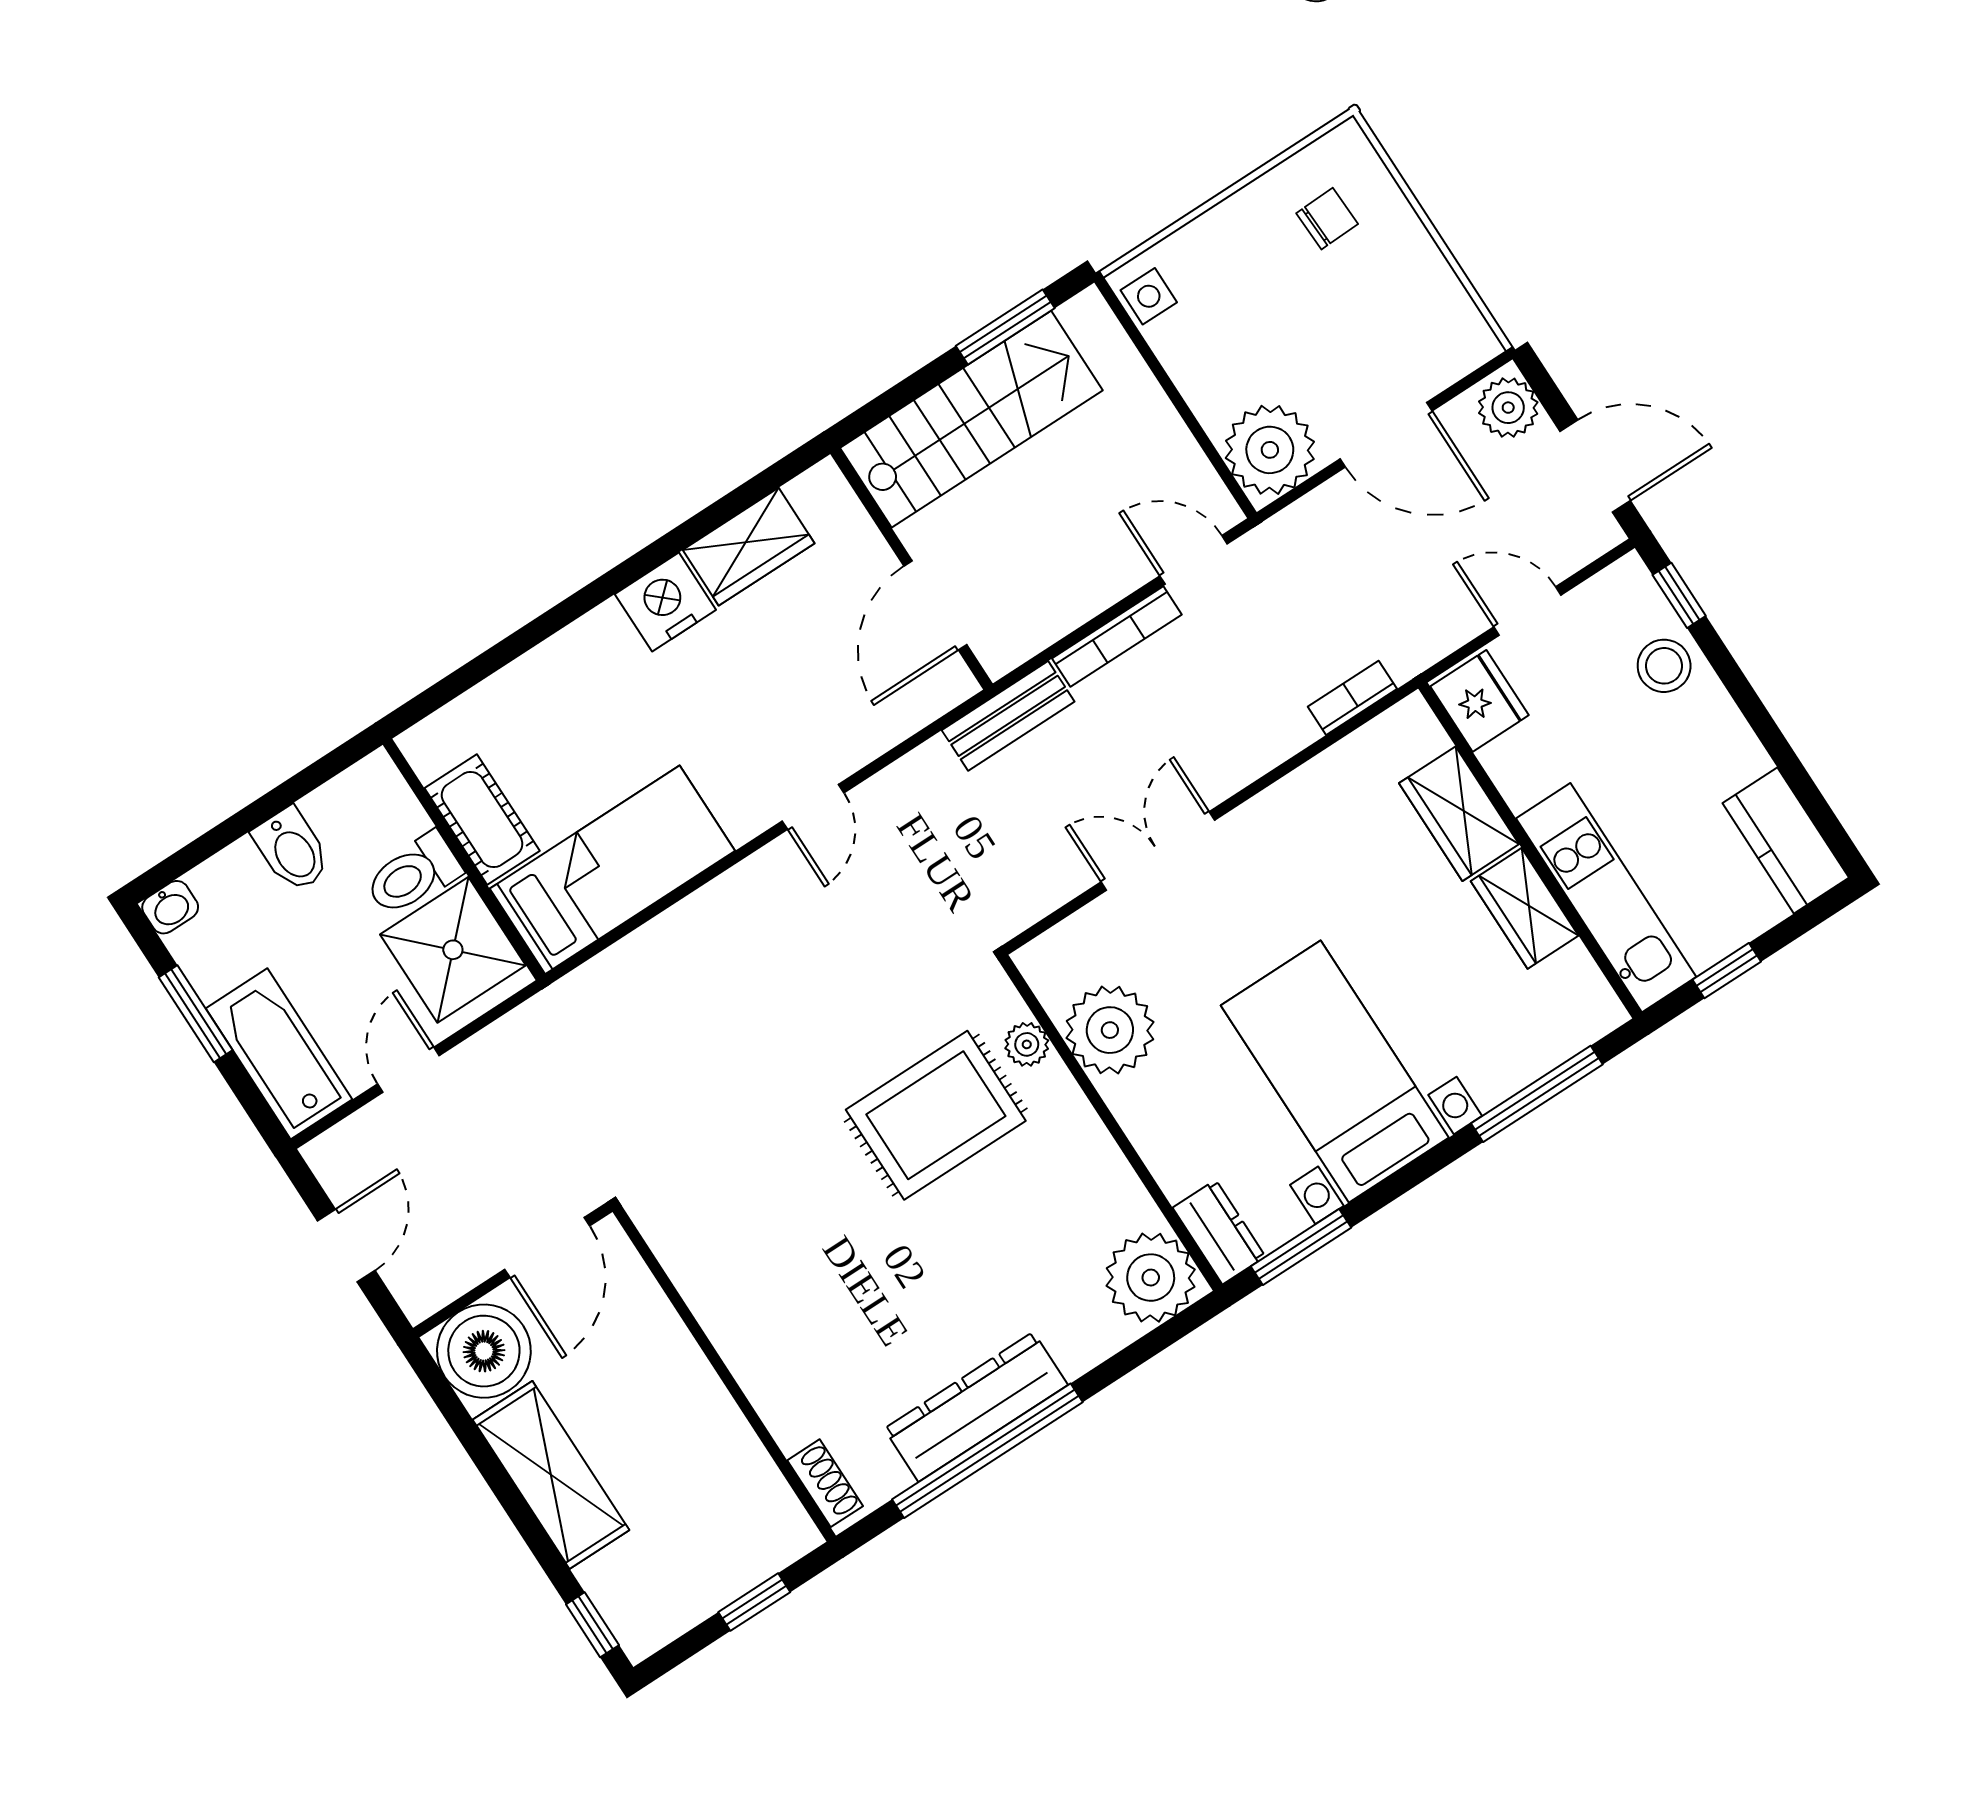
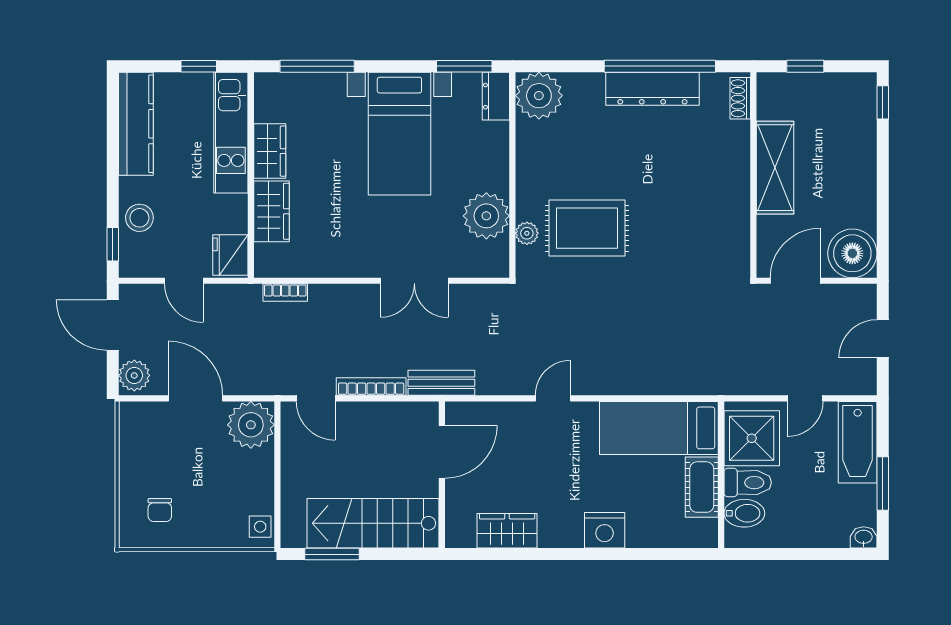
chair: (1327, 219) -> (160, 510), turned -88
nightstand: (665, 602) -> (605, 530), moved
kitchen counter: (1786, 840) -> (136, 124), width x1.50
bidet: (292, 850) -> (744, 513), moved, turned 90
shelving: (551, 1475) -> (775, 168), moved

